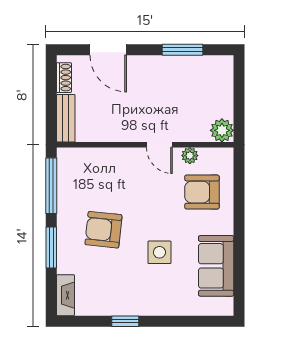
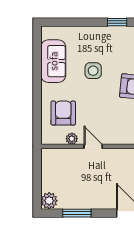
plant: (222, 130) -> (49, 201), moved
armchair: (202, 192) -> (63, 113), turned -90

